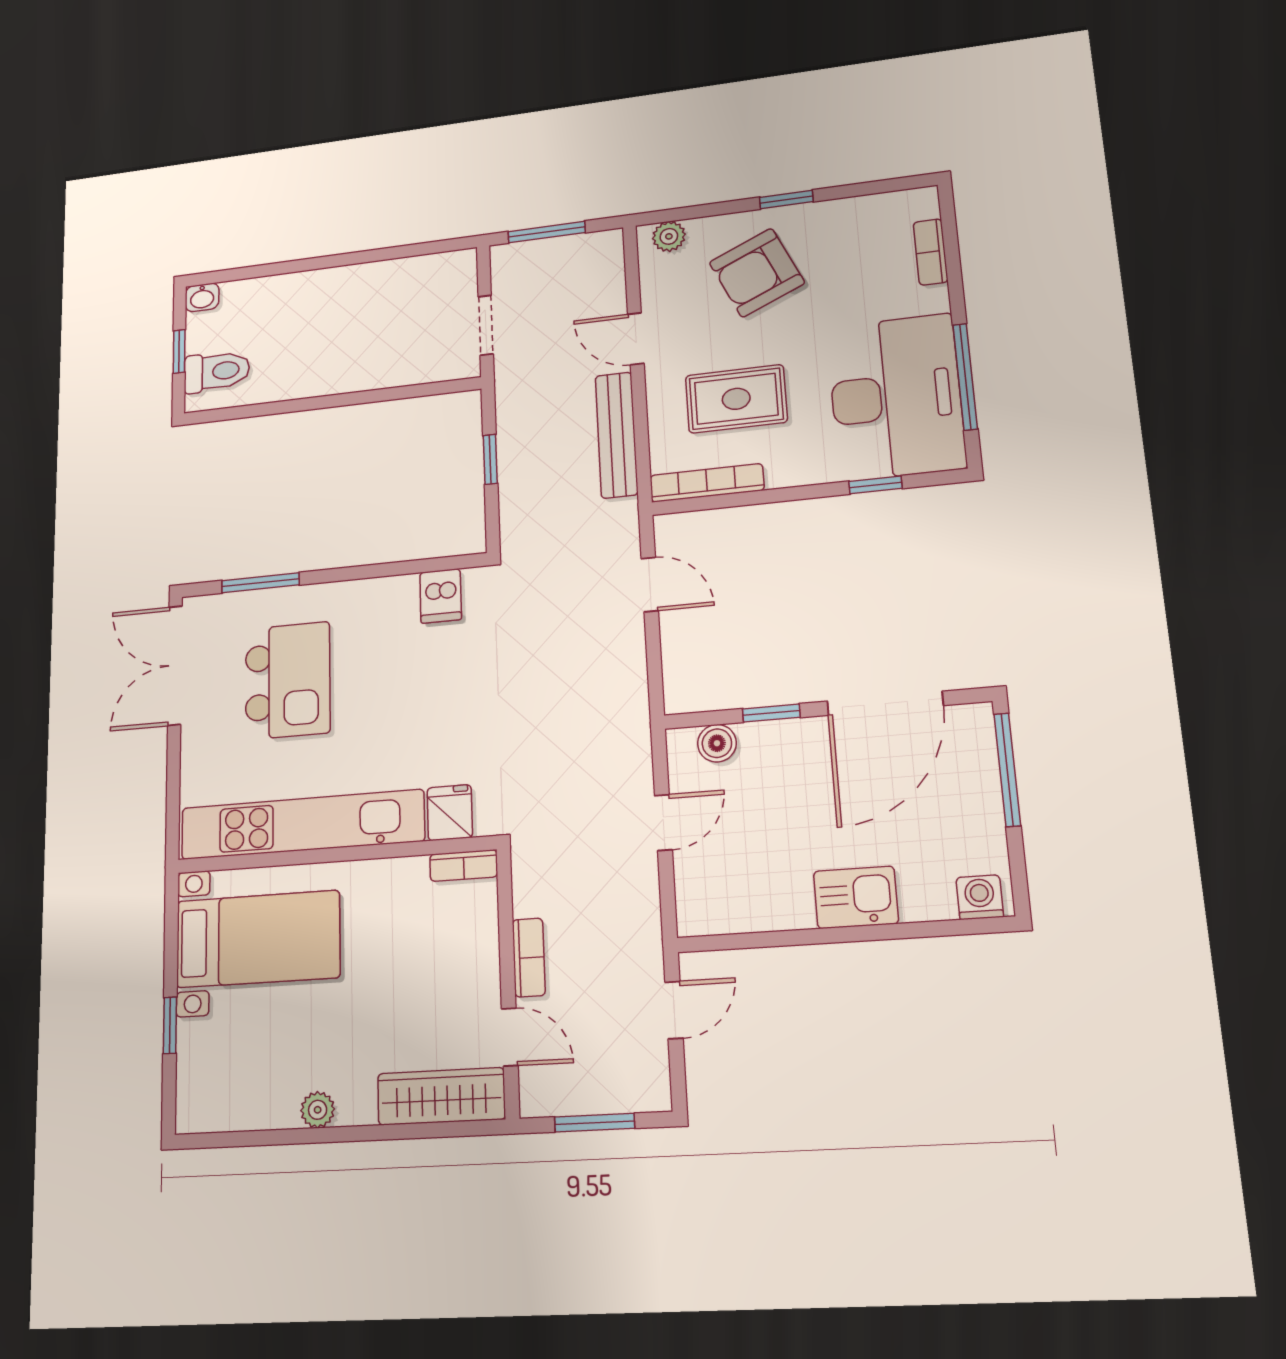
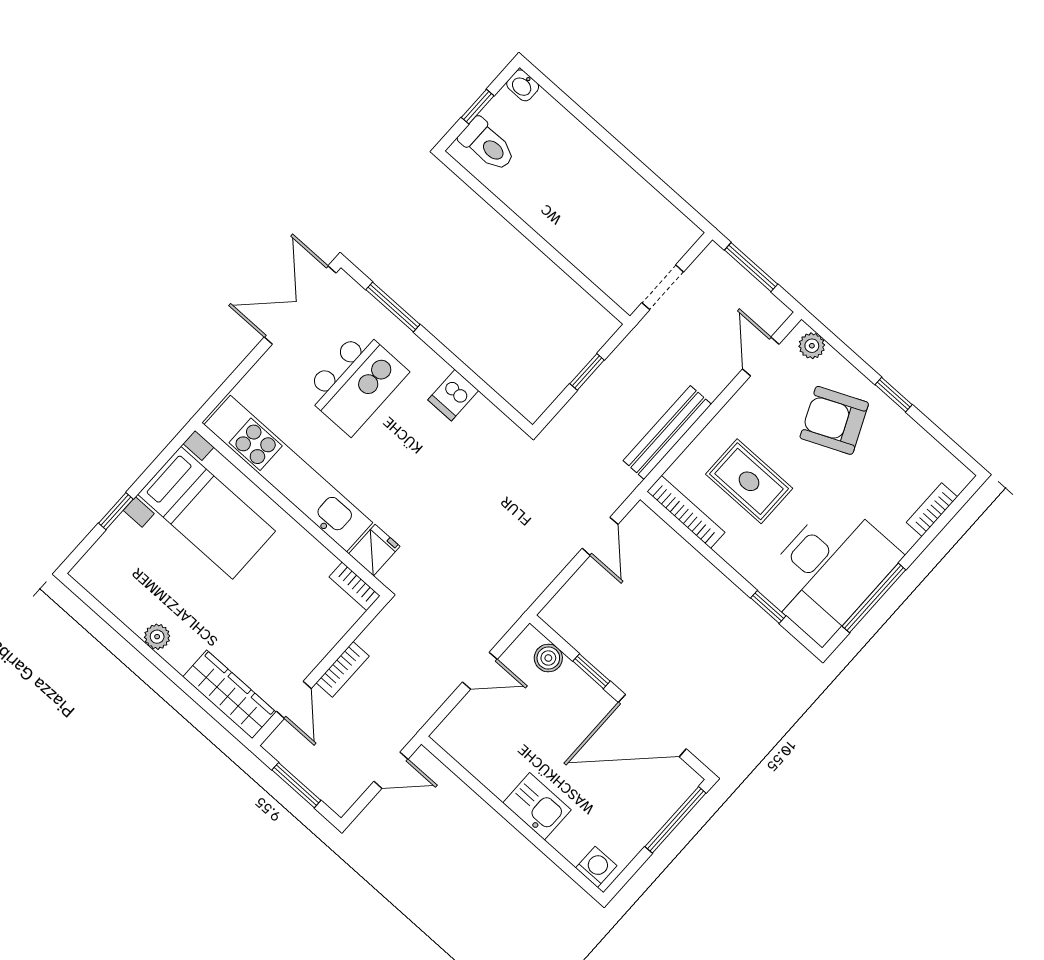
door: (636, 339) -> (761, 357), moved
dishwasher: (441, 596) -> (453, 395), moved

